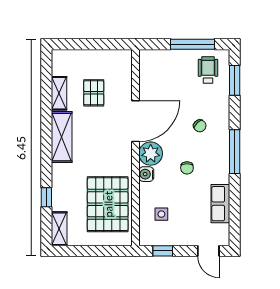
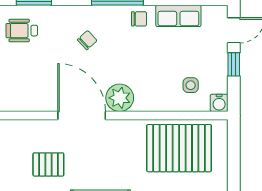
chair: (187, 168) -> (139, 19), moved
water cooler: (146, 174) -> (219, 103), moved
window: (163, 251) -> (234, 64), moved

